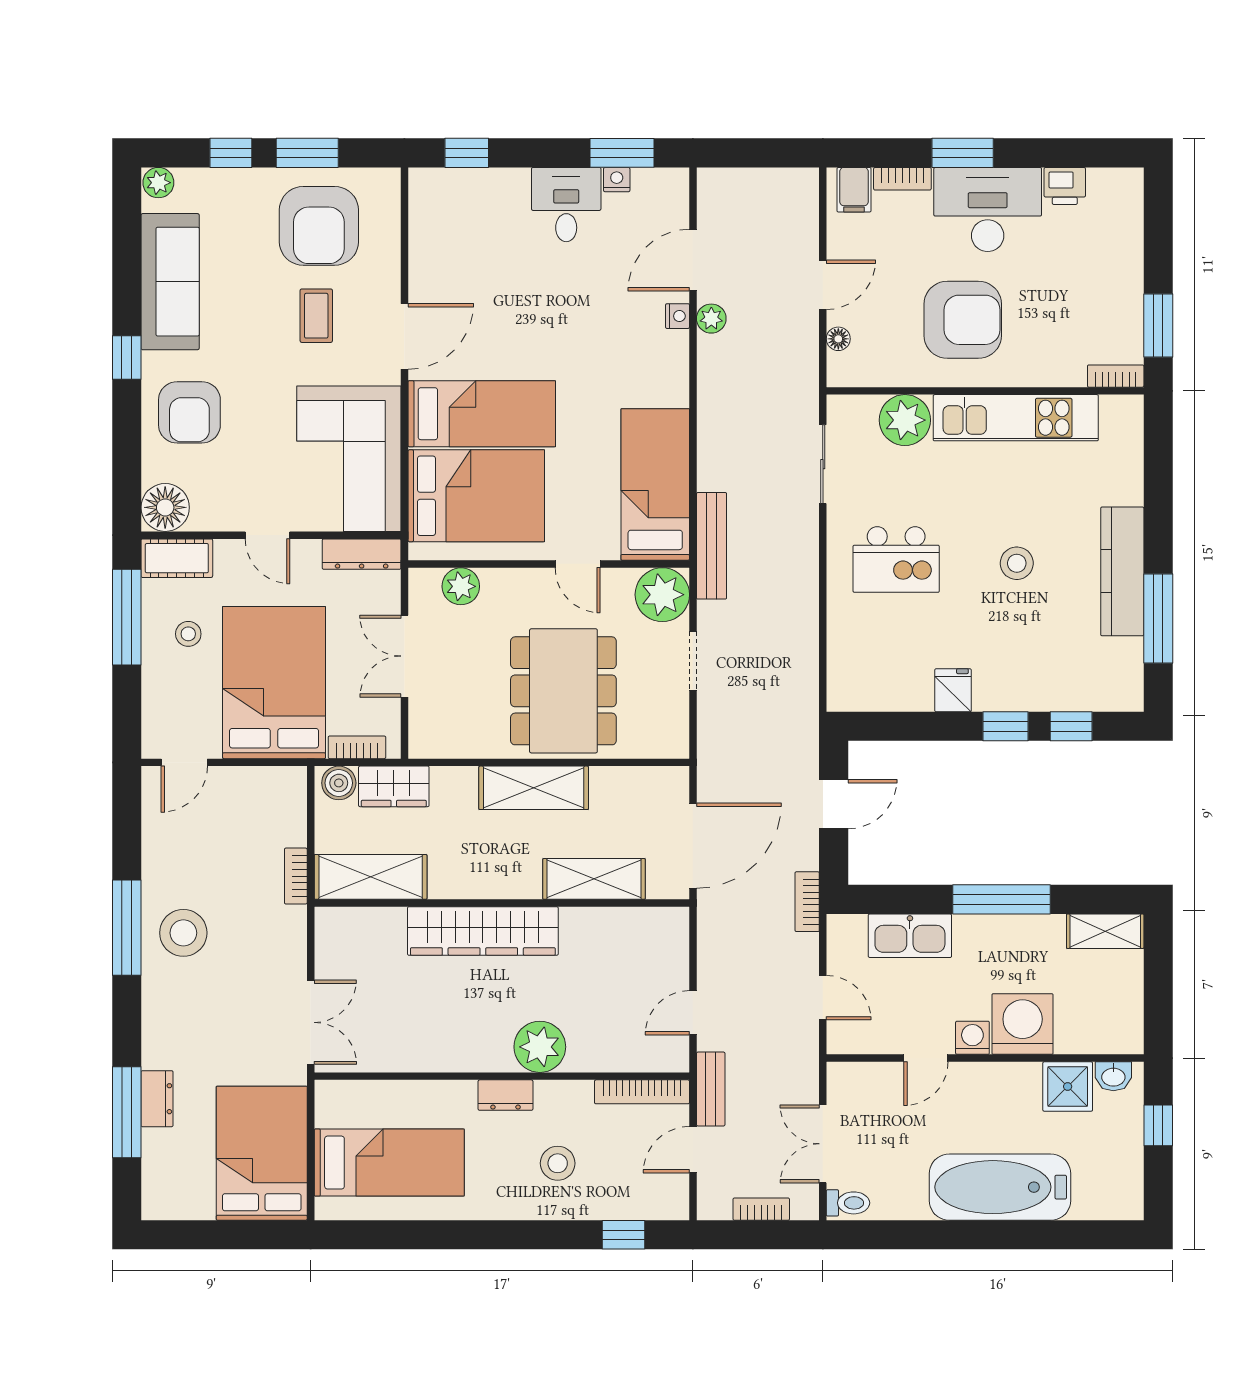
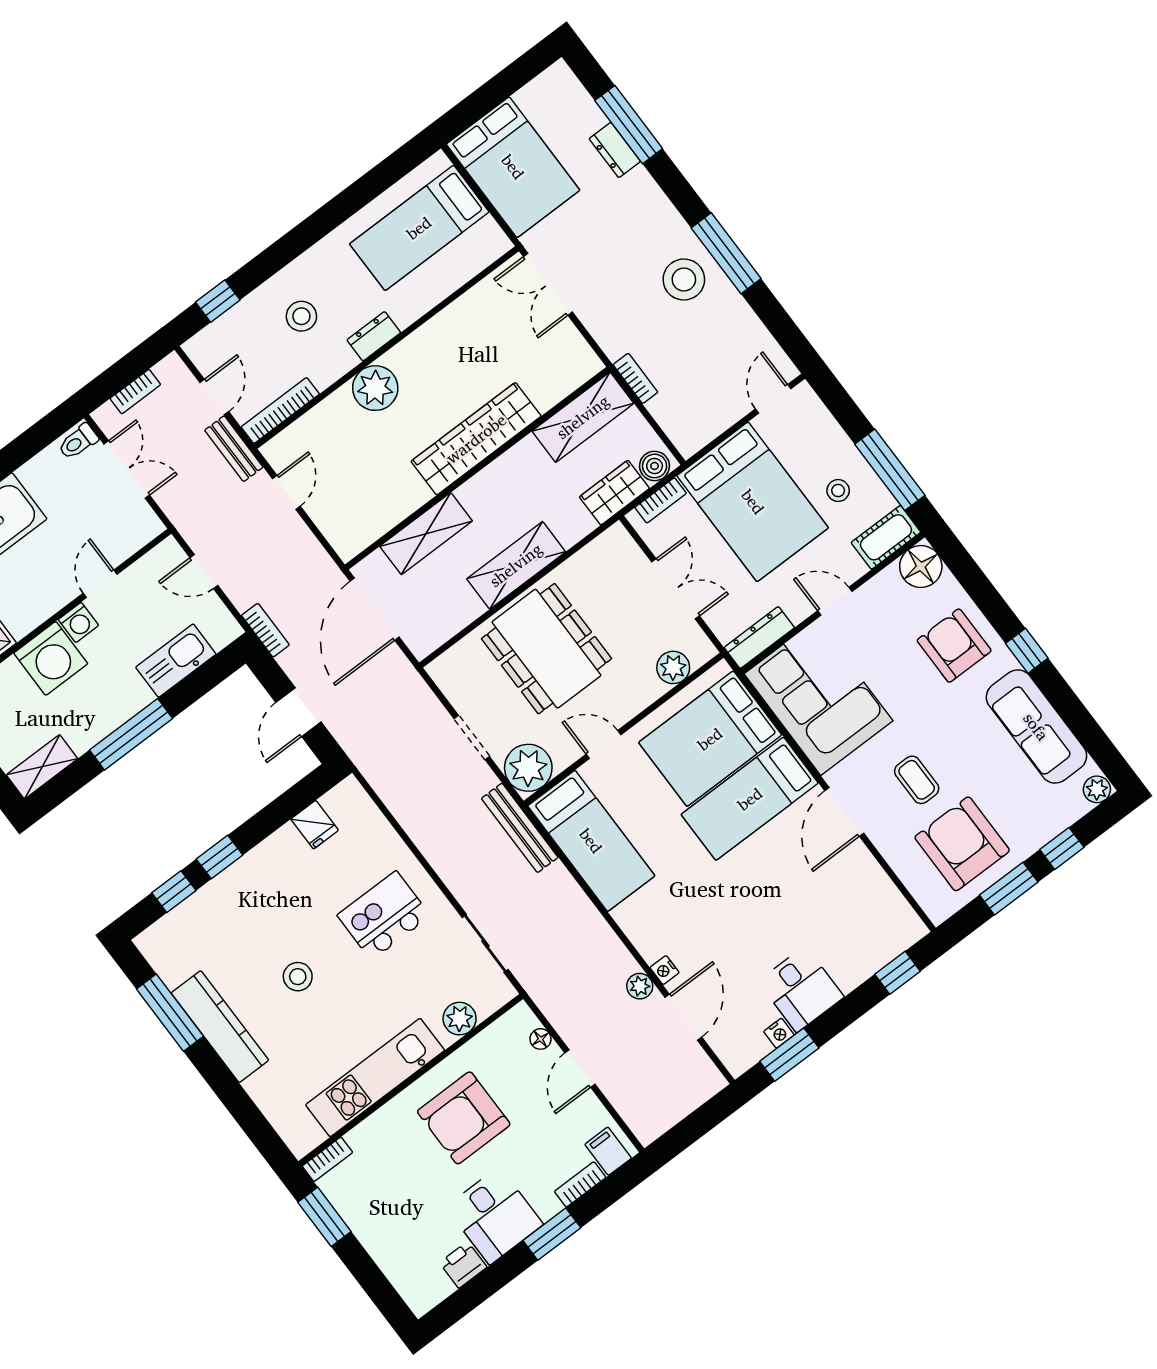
desk: (988, 209) -> (494, 1216), width x0.73
plant: (905, 420) -> (460, 1019), width x0.73, depth x0.73
fridge: (953, 690) -> (315, 825), moved

